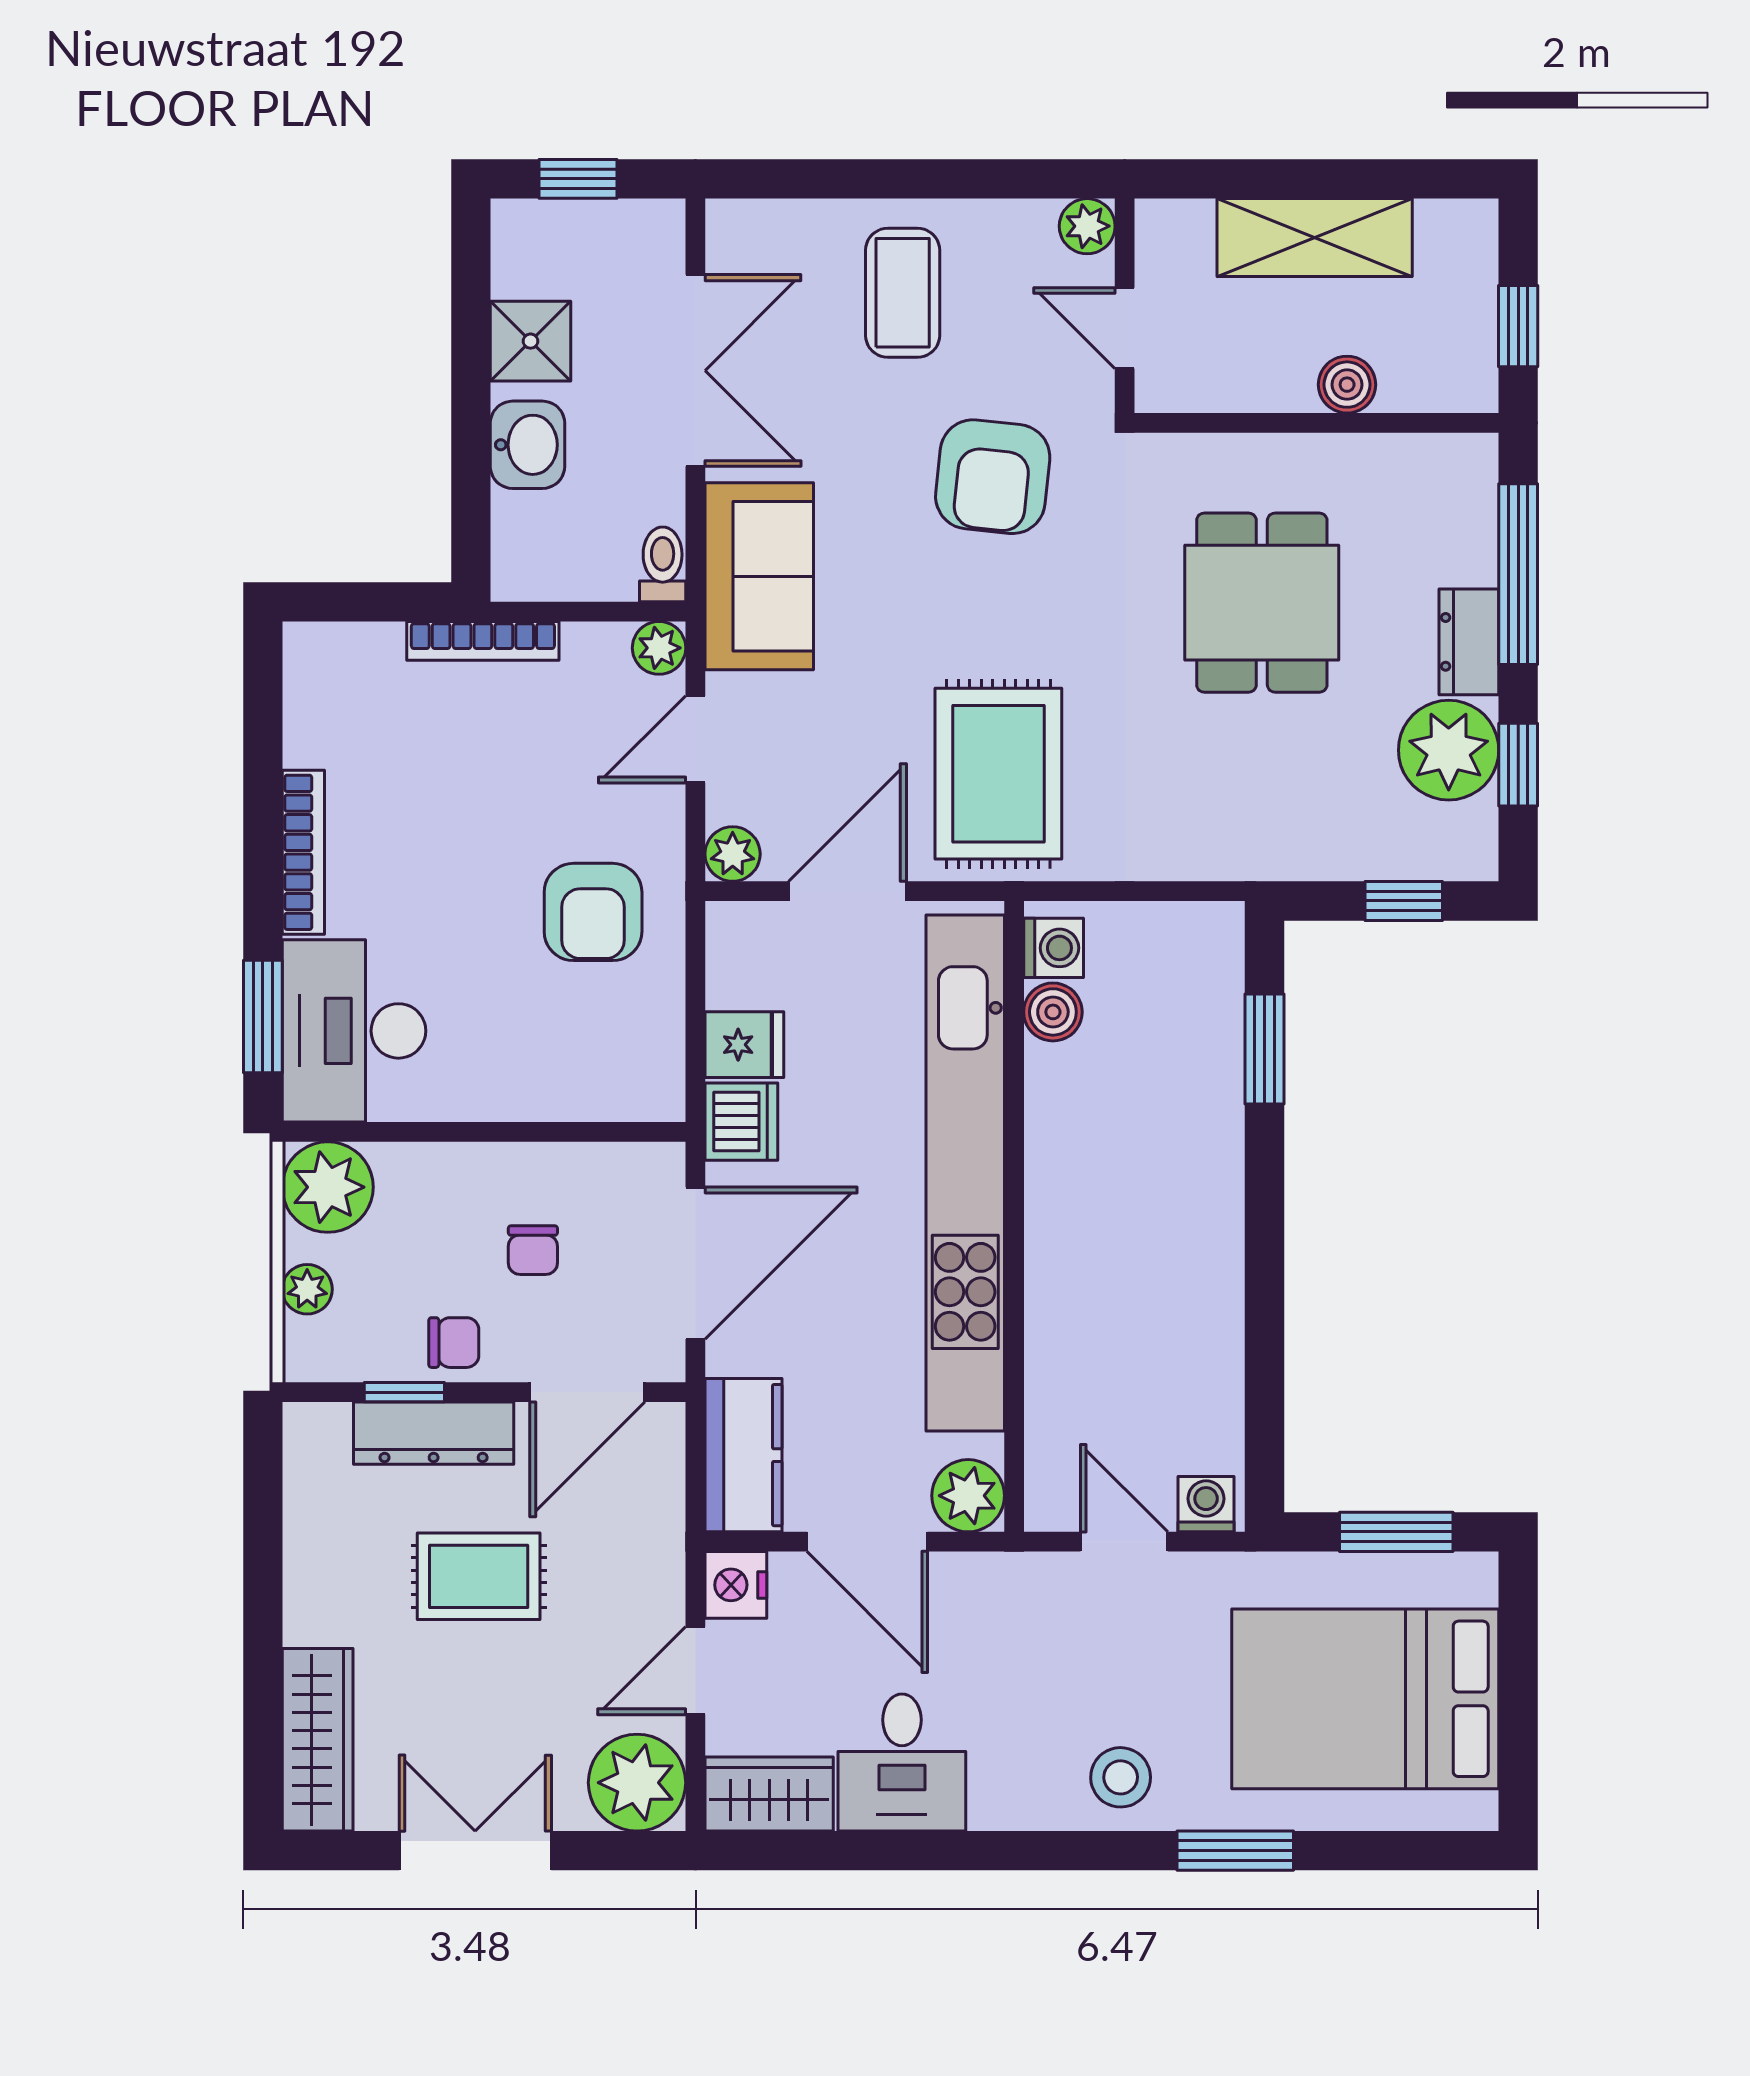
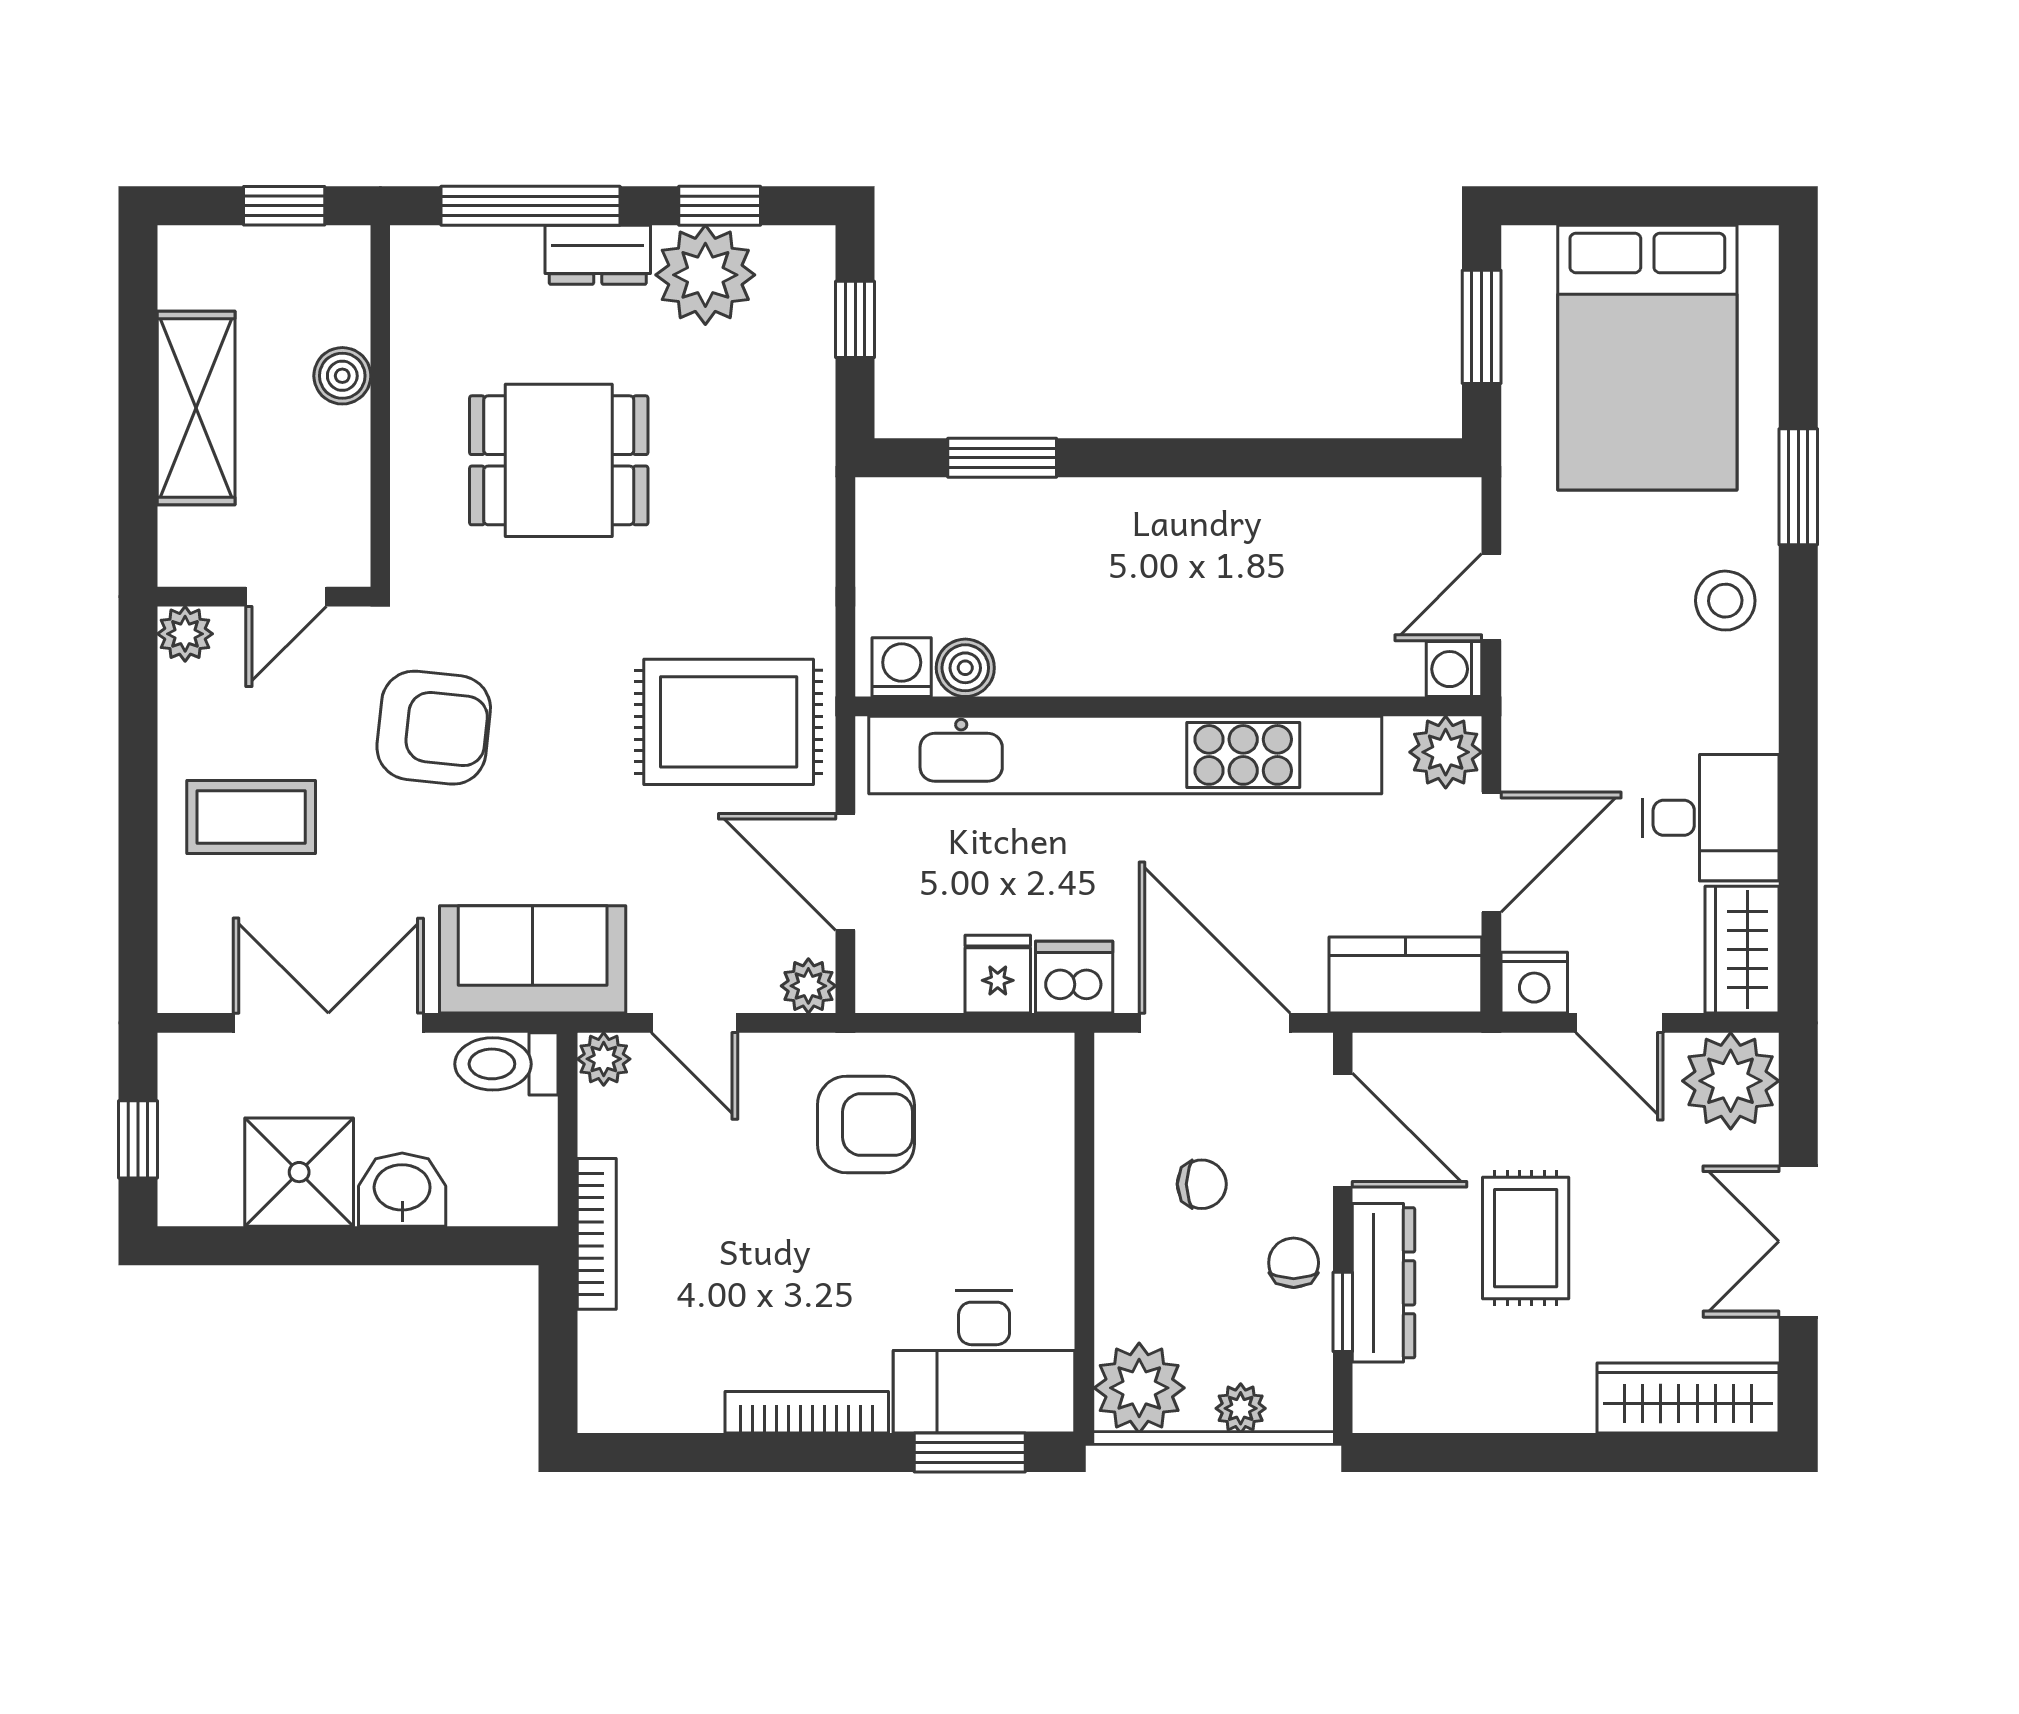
shower: (531, 341) -> (299, 1172), width x1.36, depth x1.36
toilet: (663, 564) -> (506, 1064), width x1.37, depth x1.39
washing machine: (1206, 1504) -> (1454, 669), moved

